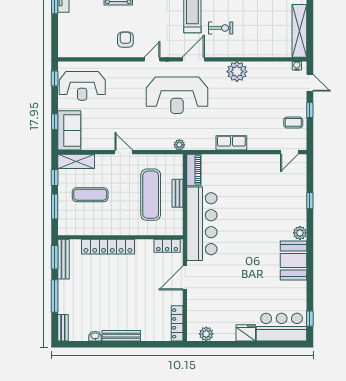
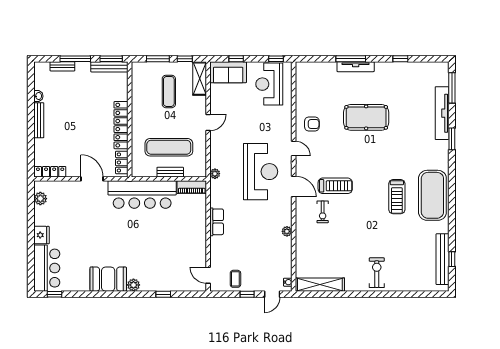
plant: (237, 72) -> (287, 231), width x0.53, depth x0.53
reception desk: (177, 95) -> (261, 172), turned 180
locker: (108, 247) -> (121, 125), moved
bench: (63, 328) -> (62, 66), moved

